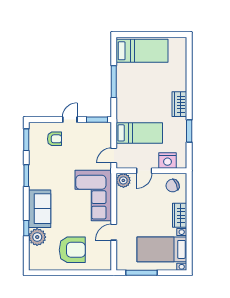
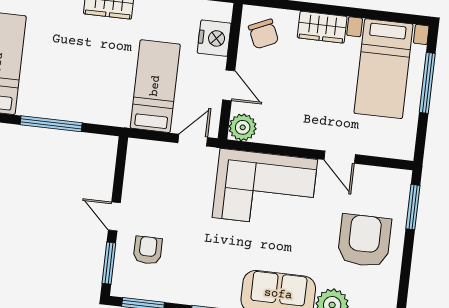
window: (97, 120) -> (109, 263), moved
door: (114, 155) -> (193, 140), swing flipped
window: (92, 273) -> (413, 207), added
window: (141, 273) -> (427, 83), moved

